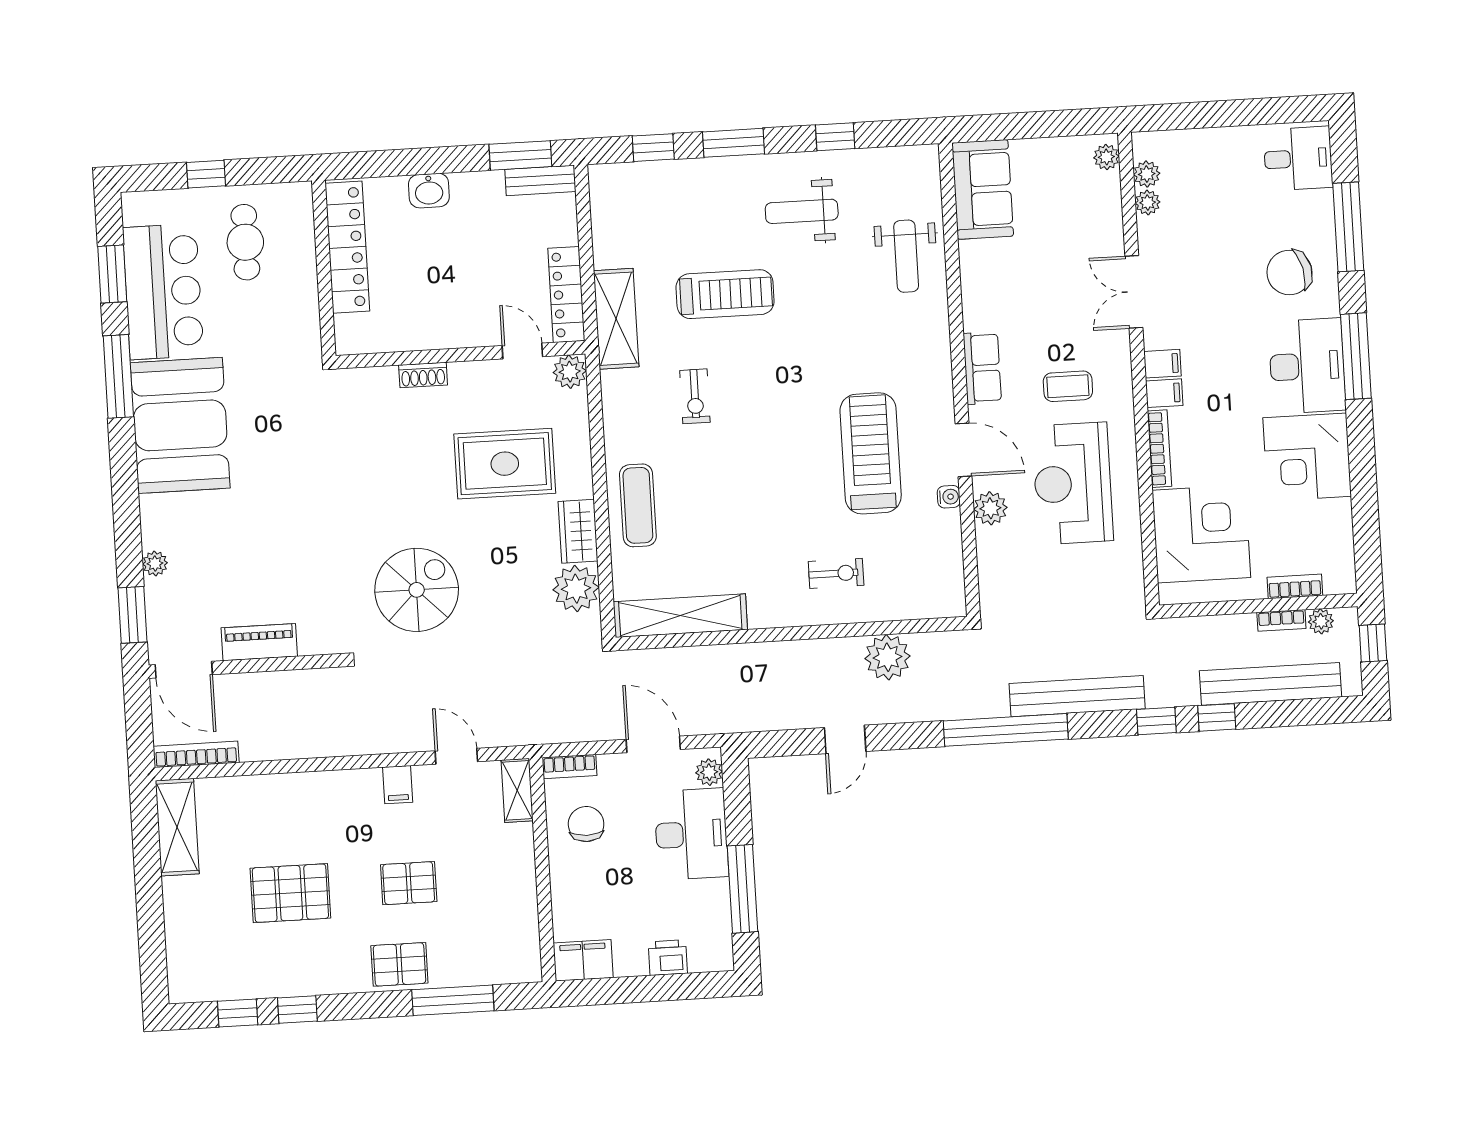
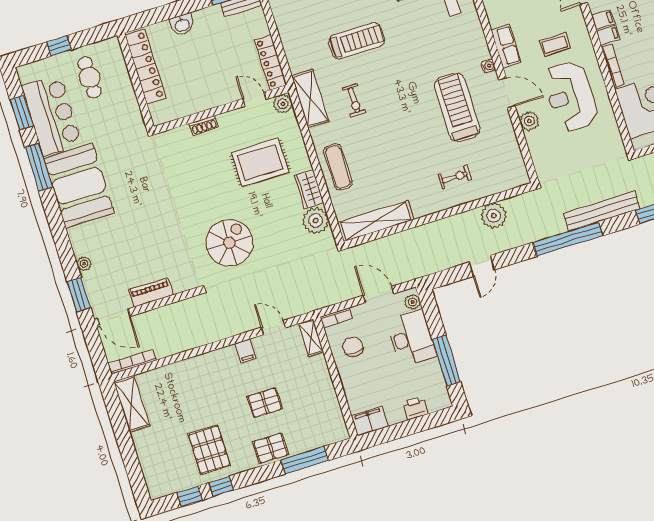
shelving: (616, 319) -> (310, 99), moved
water cooler: (949, 497) -> (488, 66), moved
pallet: (290, 893) -> (209, 450), moved, turned 90

